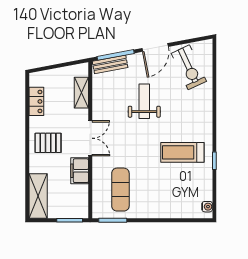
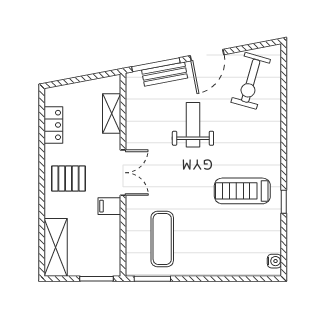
bench: (110, 64) -> (165, 74), moved
exercise bike: (189, 67) -> (251, 81), turned 41
filing cabinet: (80, 171) -> (109, 206), width x0.50

